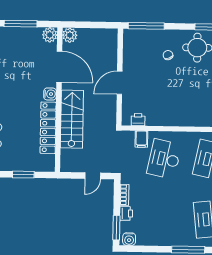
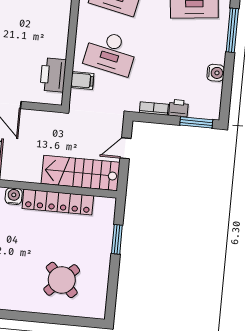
stairs: (72, 119) -> (81, 173), moved
printer: (138, 120) -> (53, 75), width x1.87, depth x1.48
door: (93, 176) -> (126, 148), swing flipped
water cooler: (129, 239) -> (216, 73), moved

